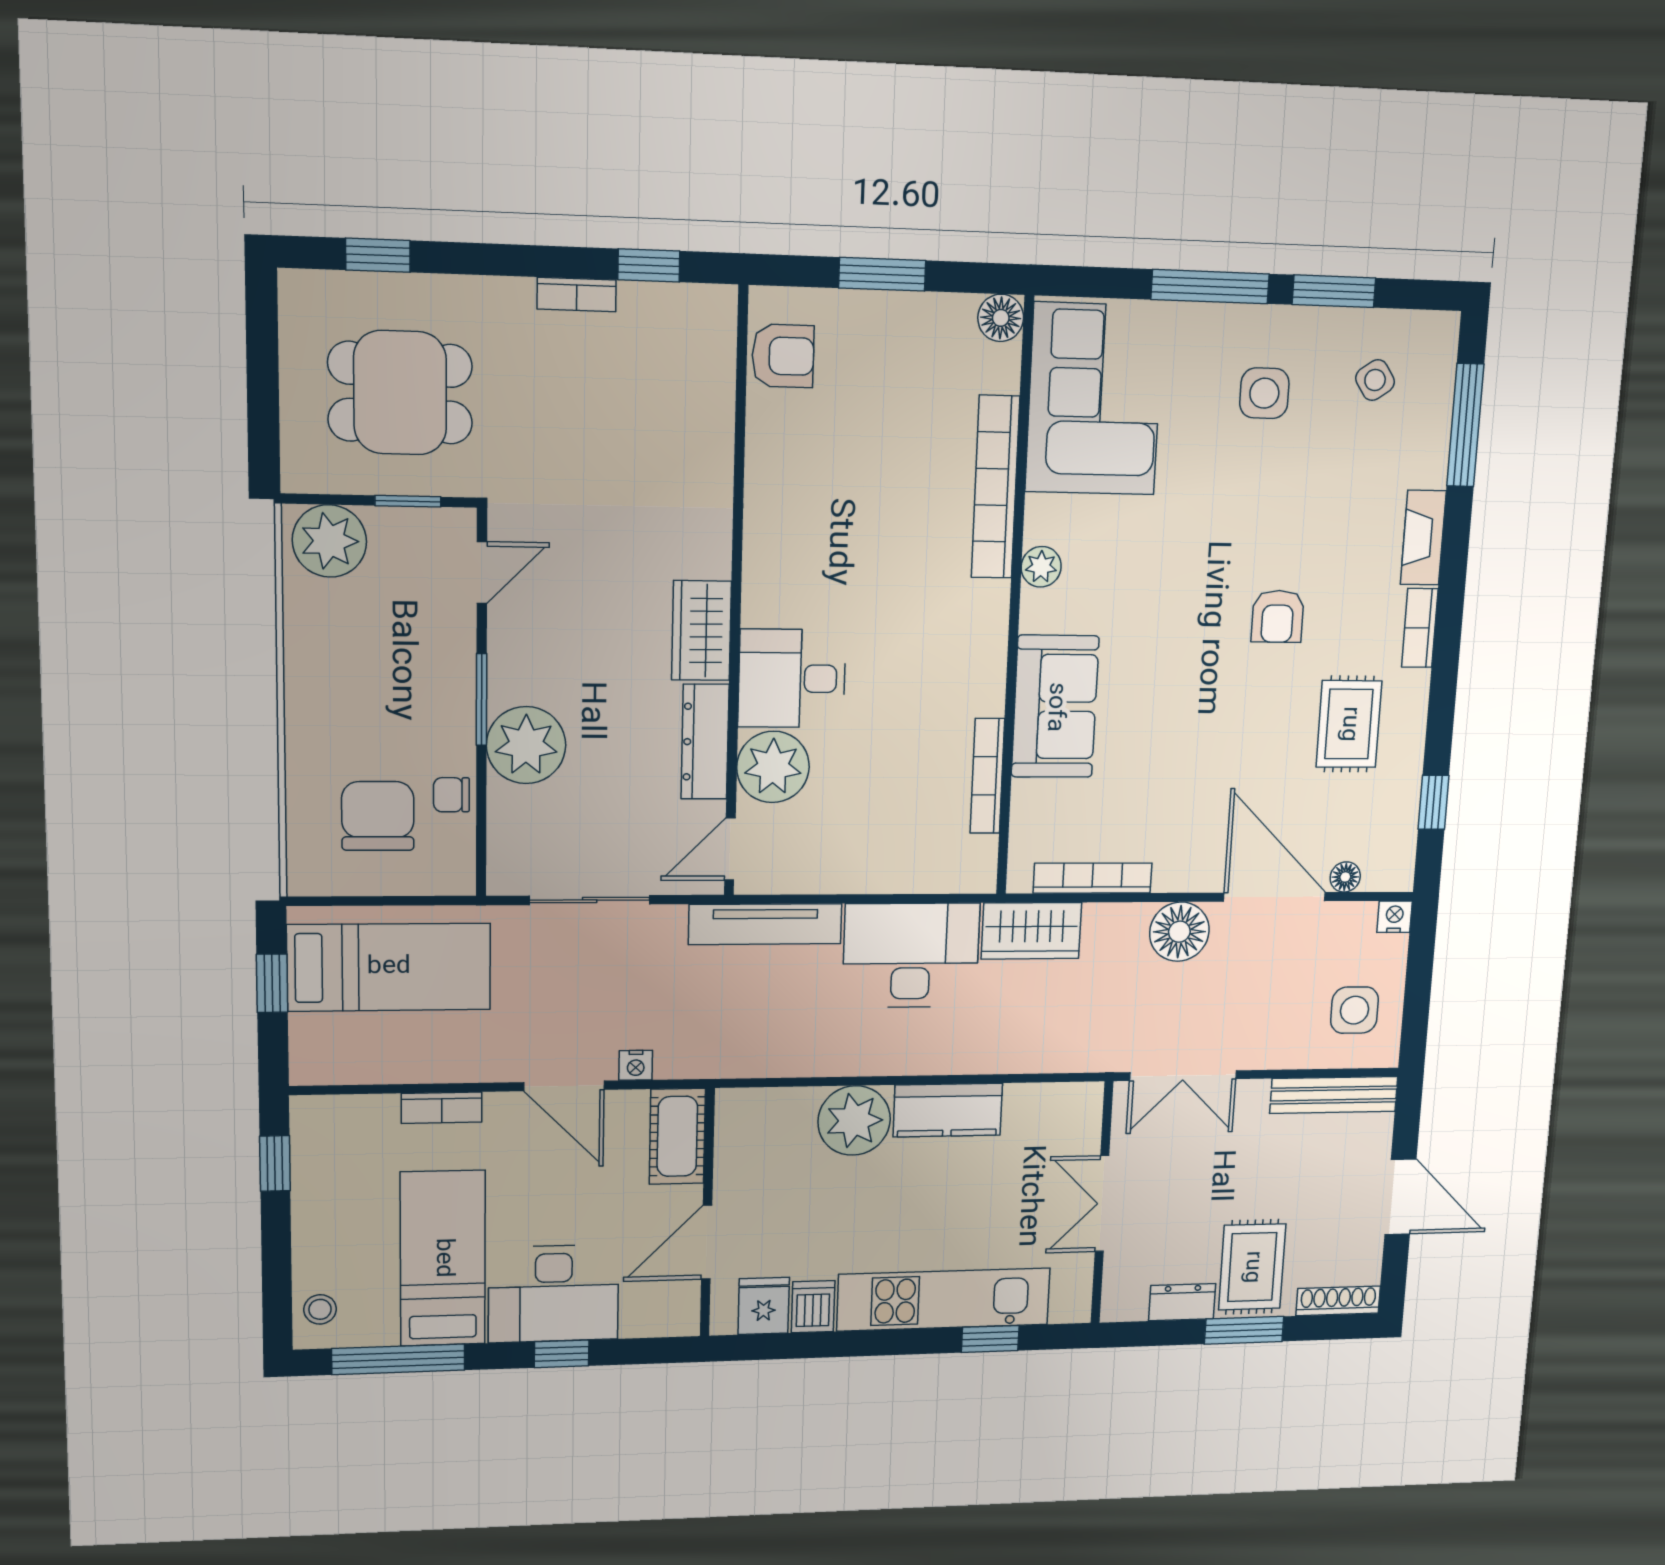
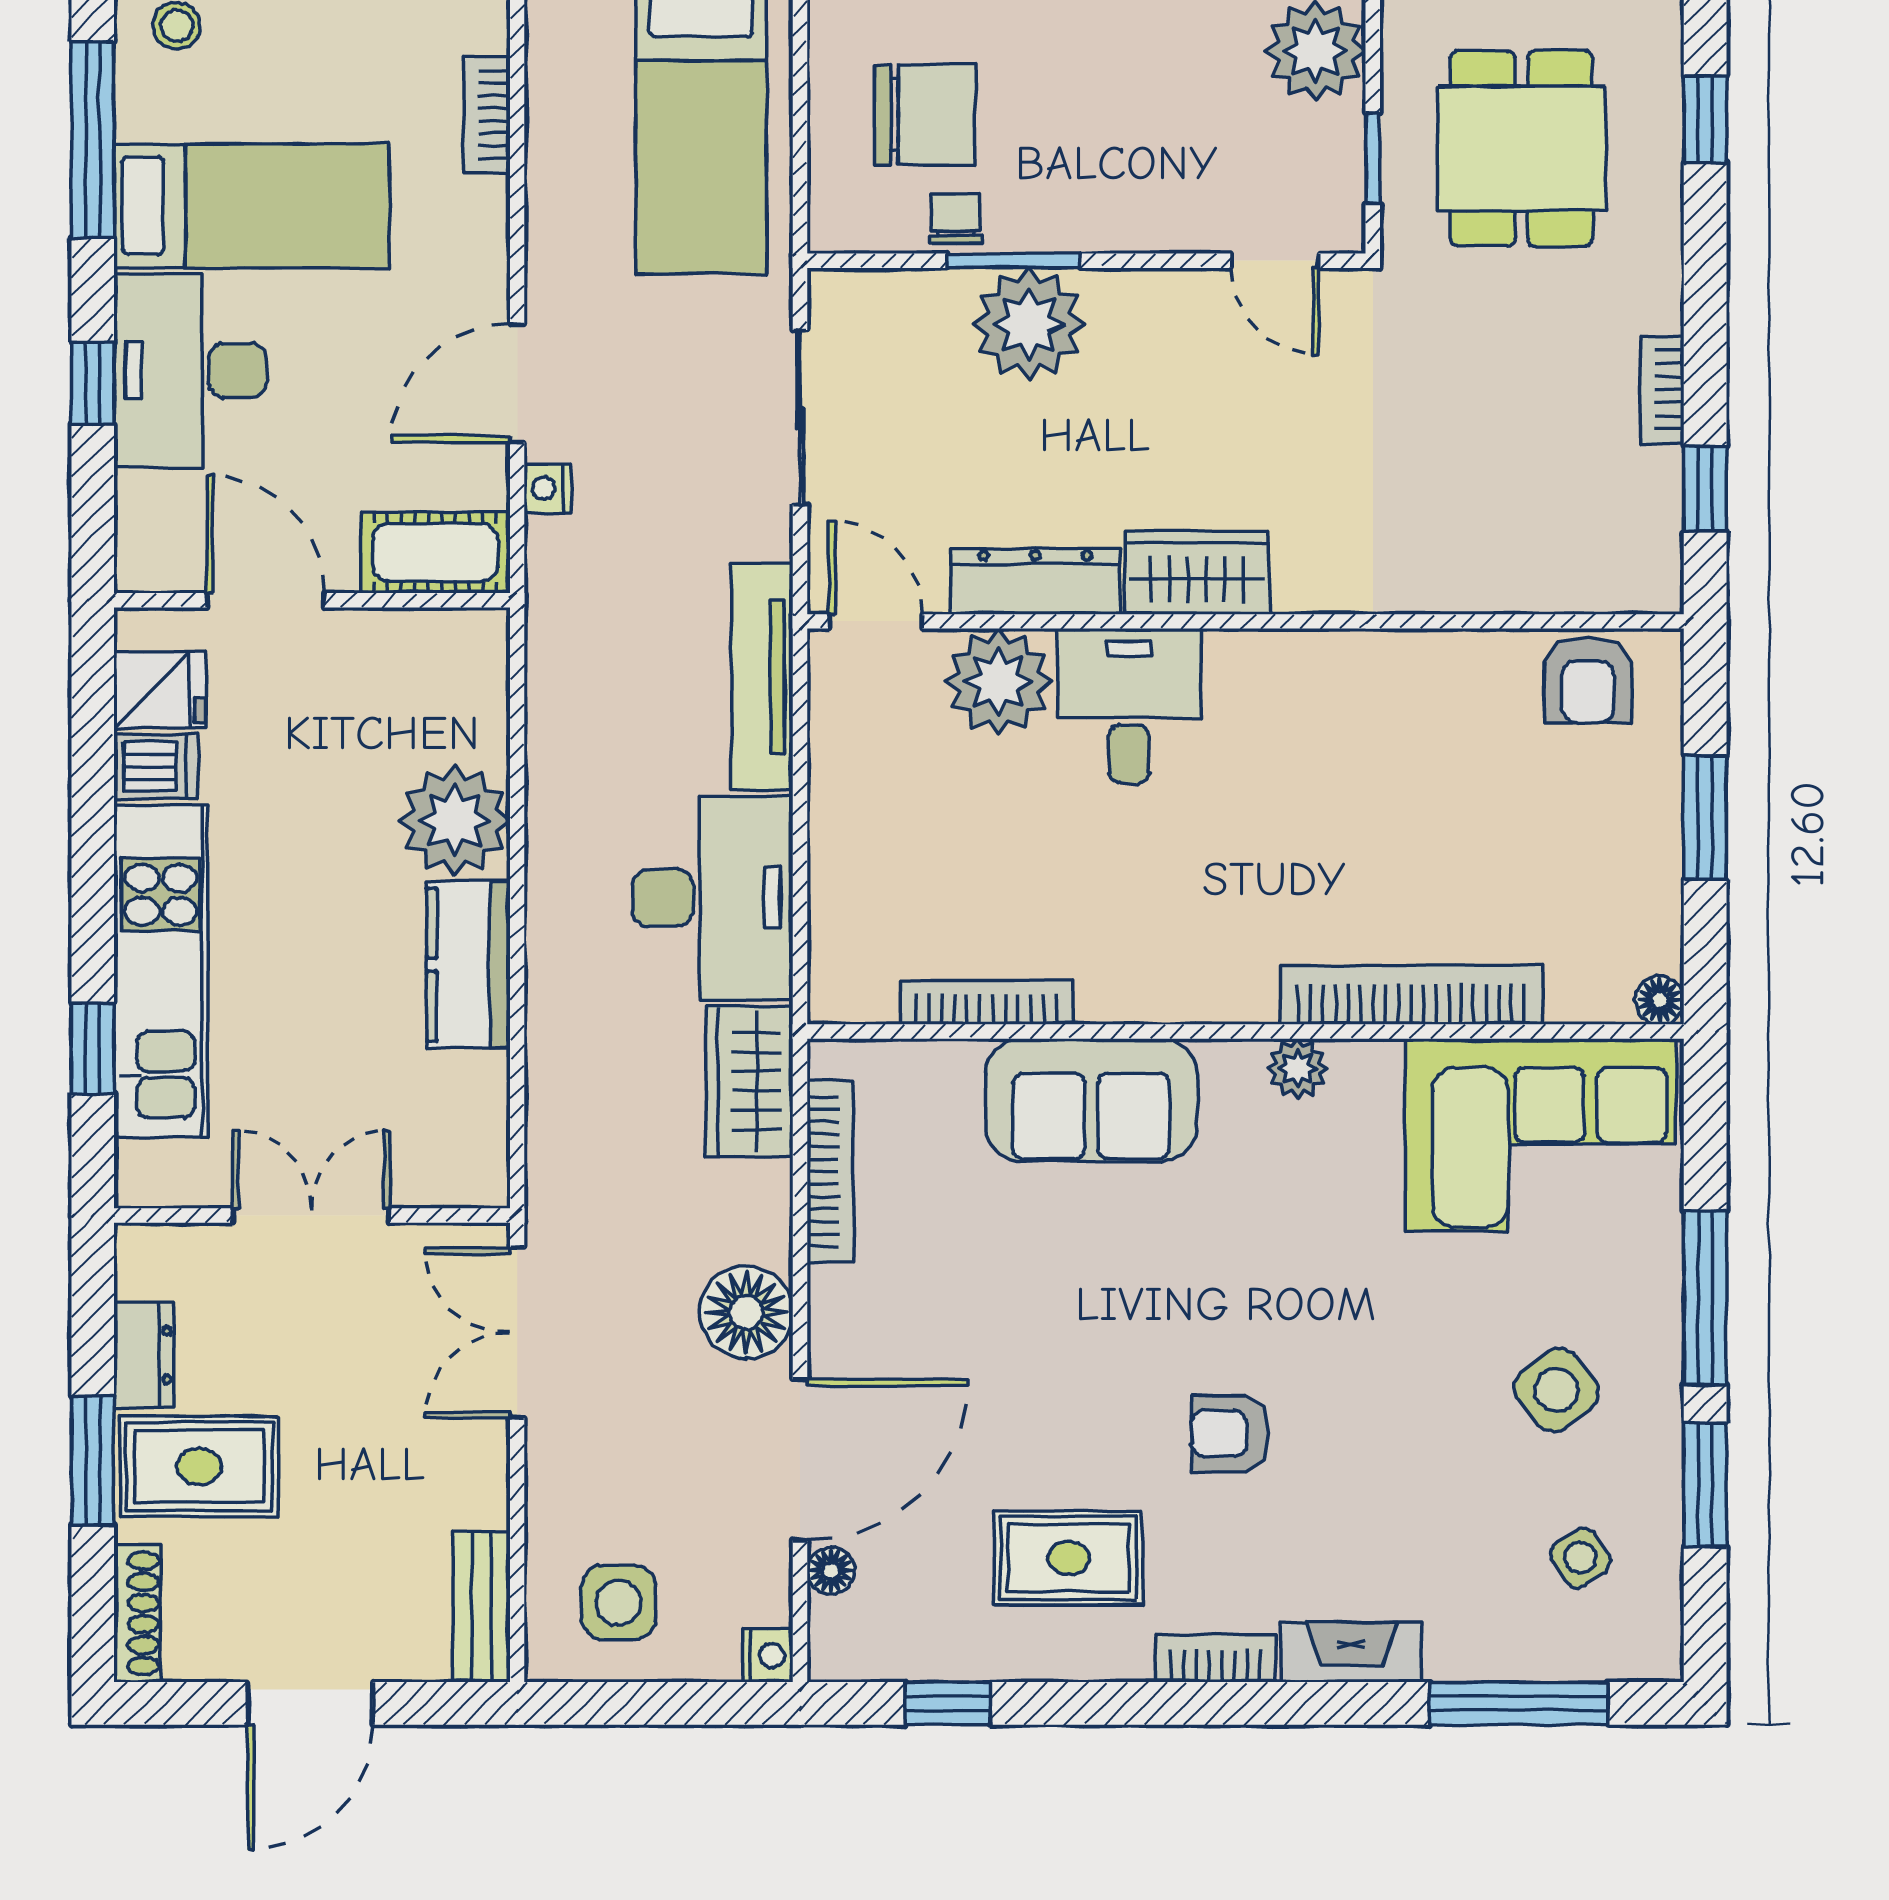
floor lamp: (1001, 318) -> (1660, 1000), width x0.73, depth x0.73
side table: (1264, 393) -> (1556, 1390), turned -37
window: (482, 700) -> (1013, 261), moved
bench: (1334, 1095) -> (481, 1607), width x0.73
bookcase: (442, 1108) -> (487, 115), moved

